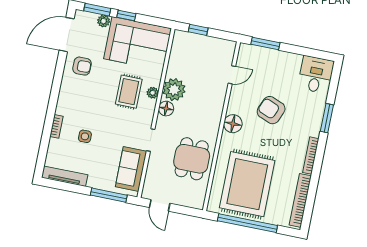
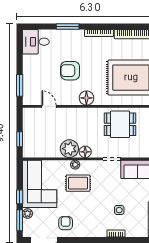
armchair: (271, 110) -> (70, 71), turned 68

